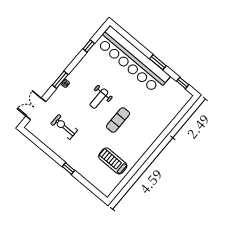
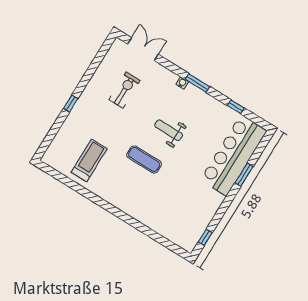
bar counter: (133, 60) -> (233, 156), width x0.73
window: (158, 62) -> (244, 175), moved
window: (60, 80) -> (197, 83), moved

